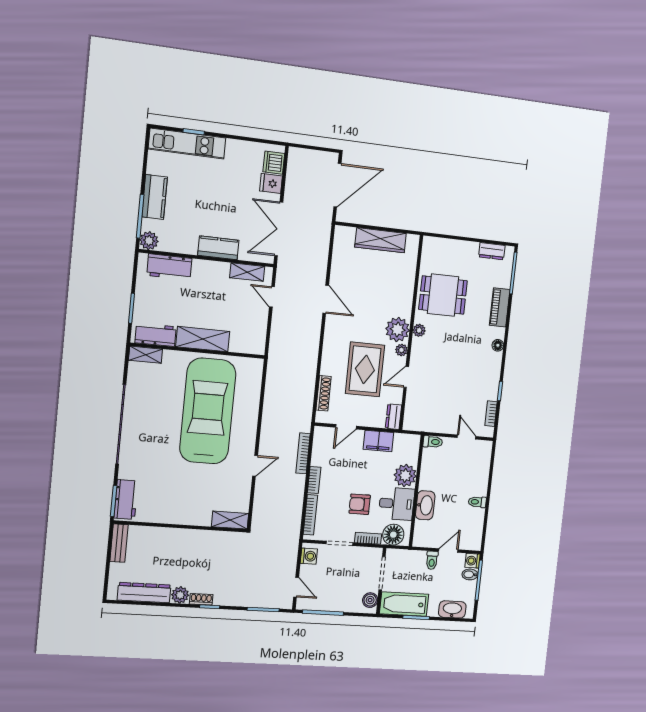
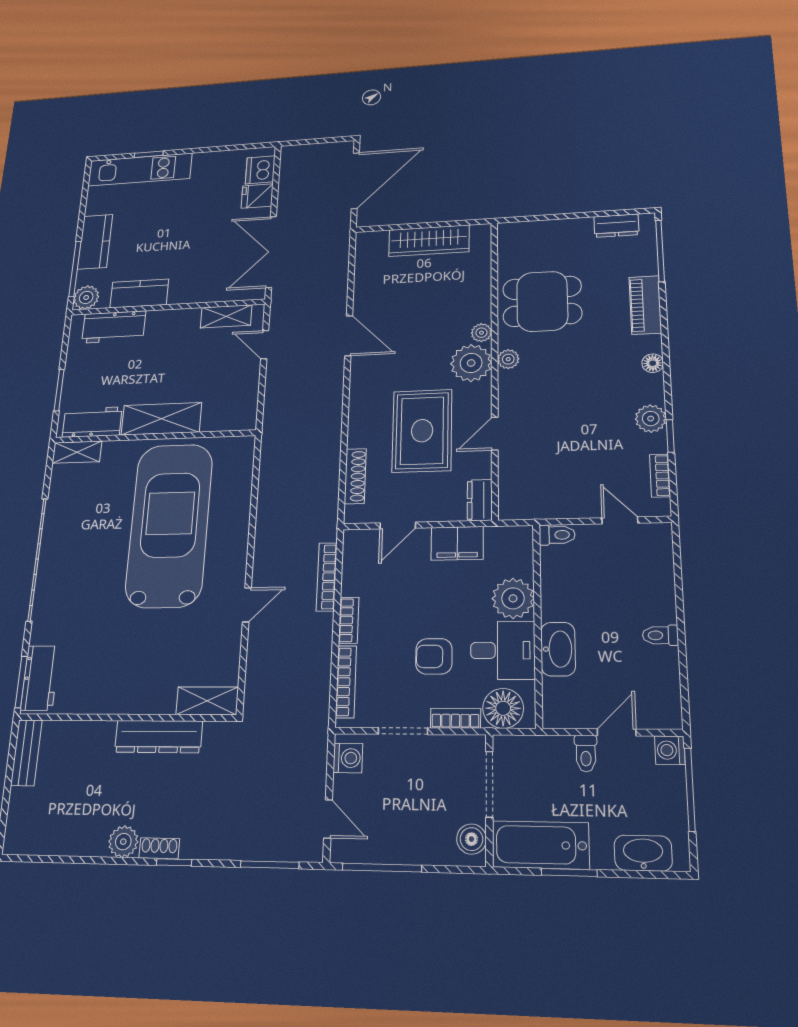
kitchen counter: (218, 248) -> (139, 293), moved
plant: (401, 350) -> (481, 333), moved
plant: (491, 379) -> (651, 419), added
bidet: (470, 574) -> (669, 778), removed
dresser: (144, 593) -> (159, 737), moved, turned 180

